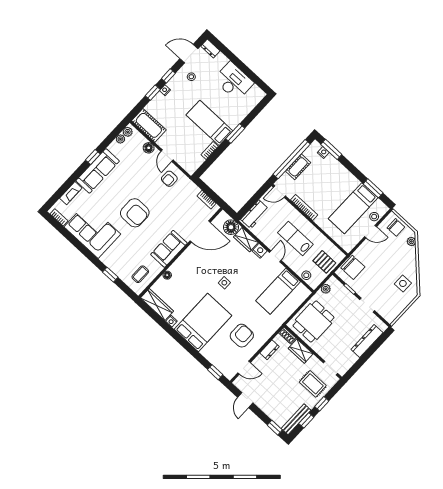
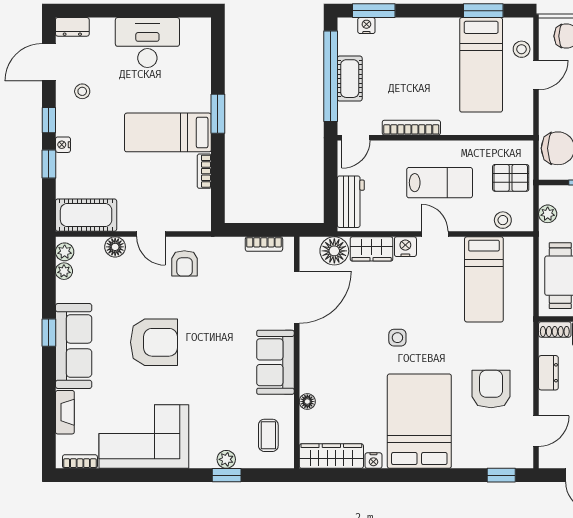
armchair: (135, 213) -> (154, 342), moved
lab bench: (295, 238) -> (440, 183), turned 180
plant: (116, 268) -> (226, 459), added

